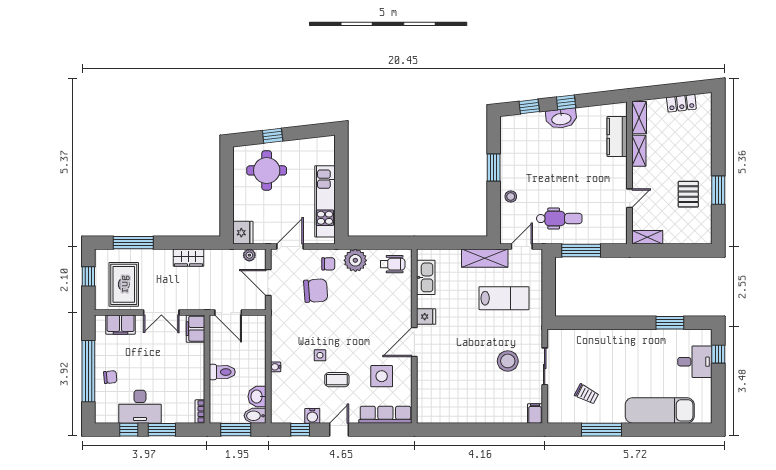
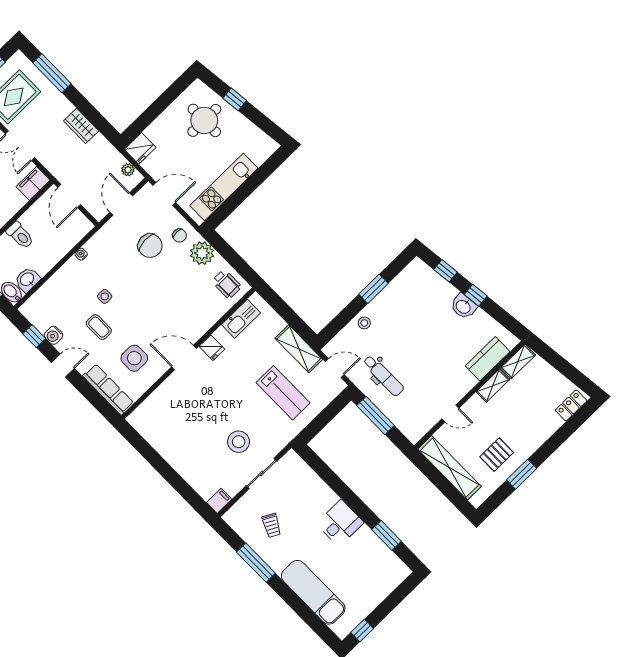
locker: (681, 103) -> (571, 405), moved, turned 96
washbasin: (561, 118) -> (464, 306), width x0.72
shelving: (647, 237) -> (449, 468), width x2.20, depth x1.33
window: (718, 354) -> (362, 630), moved
desk: (695, 362) -> (340, 523), moved, turned -90
water cooler: (276, 367) -> (81, 254), moved

